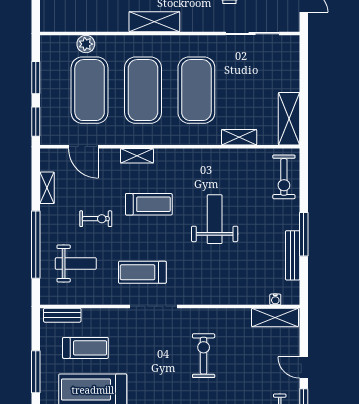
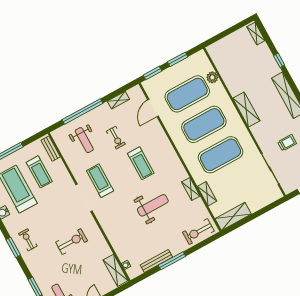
shelving: (137, 156) -> (191, 189), moved

